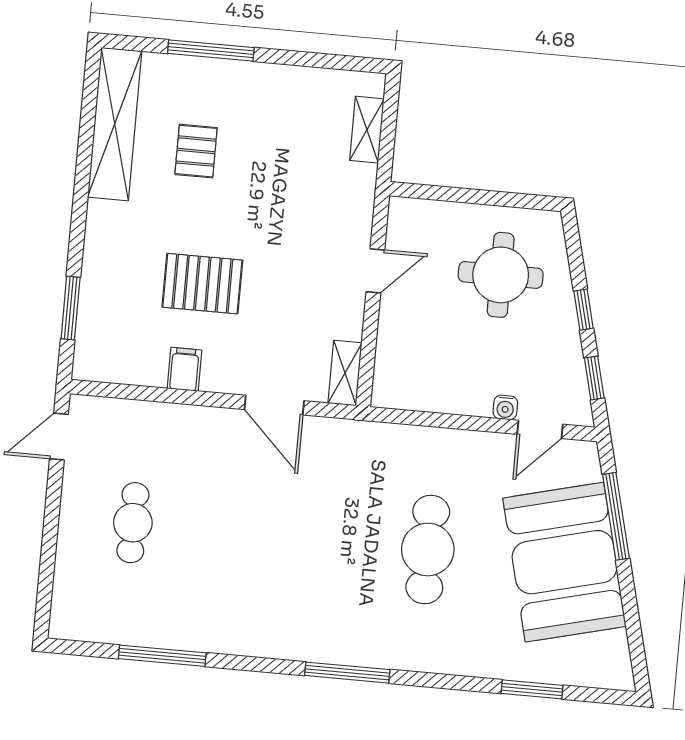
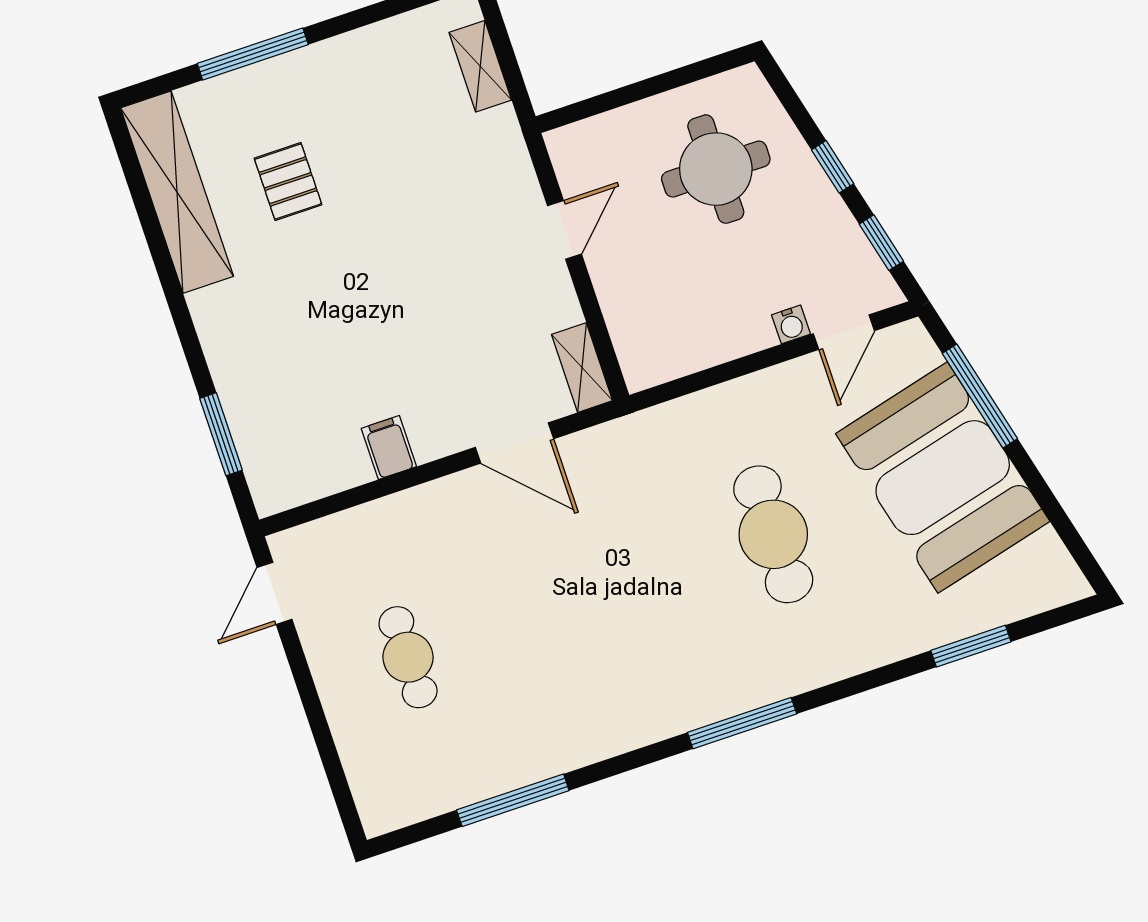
pallet: (202, 284) -> (365, 336), removed

